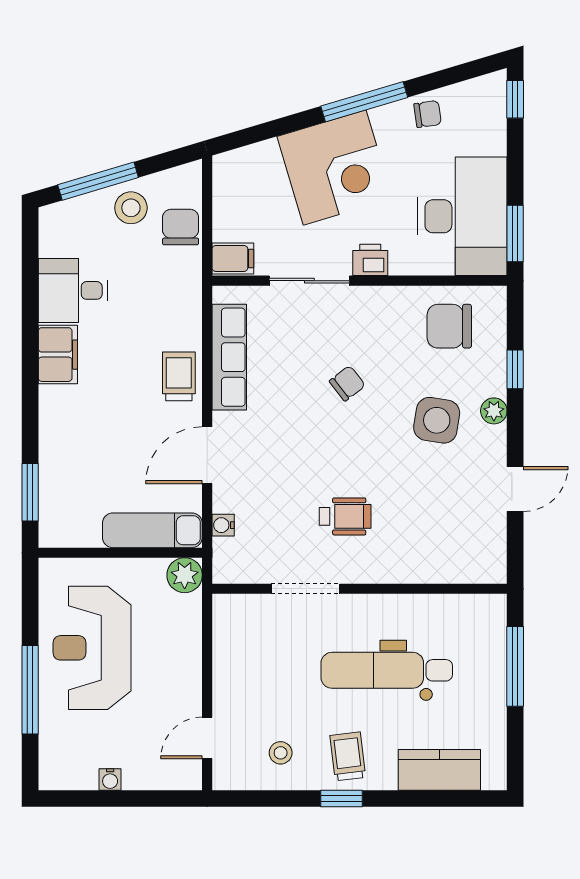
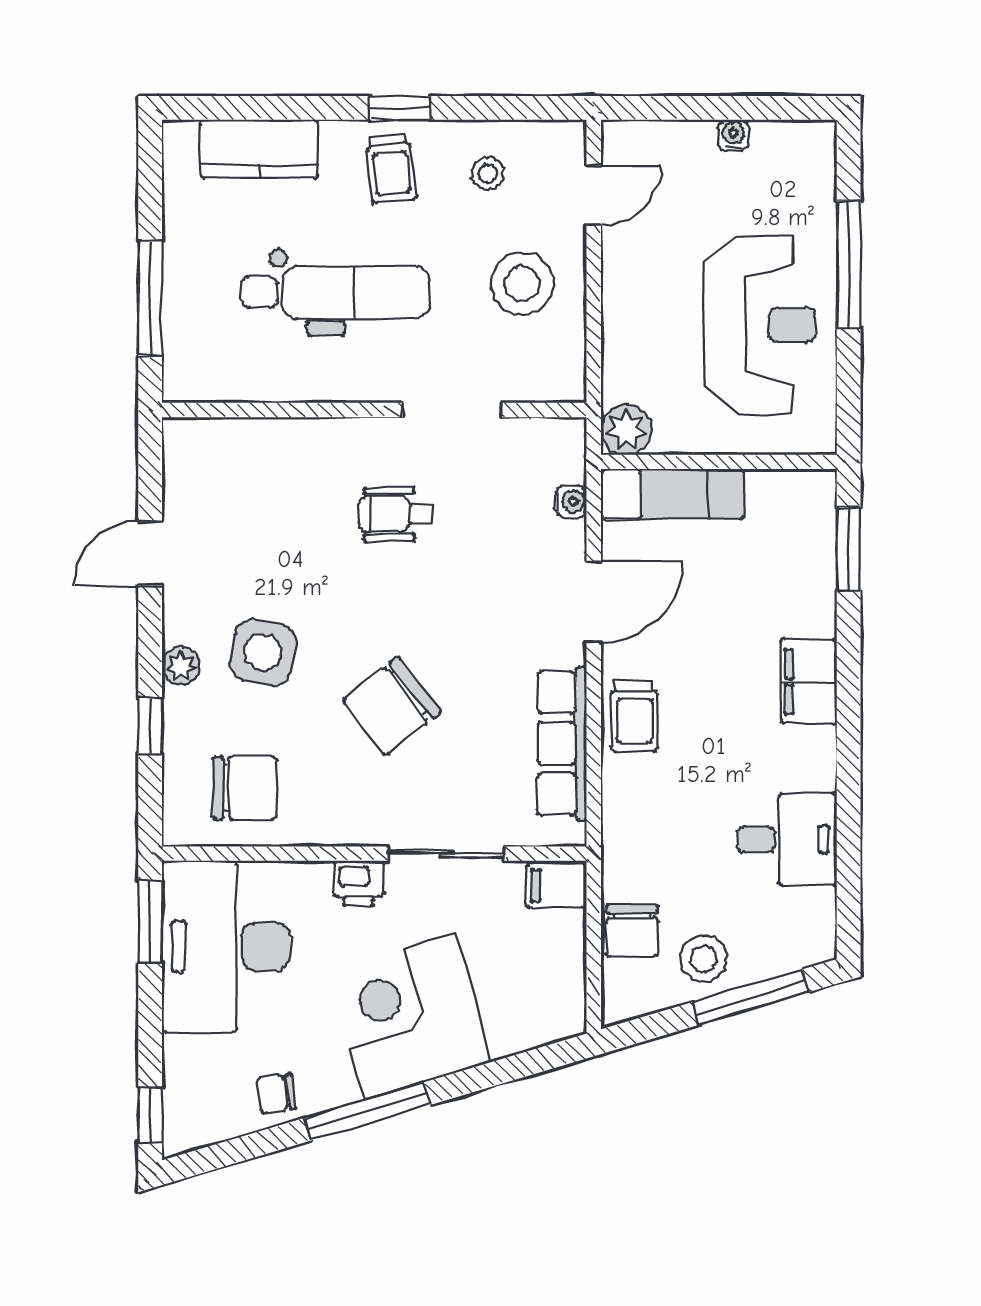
filing cabinet: (58, 355) -> (809, 682), moved
chair: (347, 383) -> (392, 706), width x1.87, depth x1.87
stool: (257, 677) -> (522, 283), added

